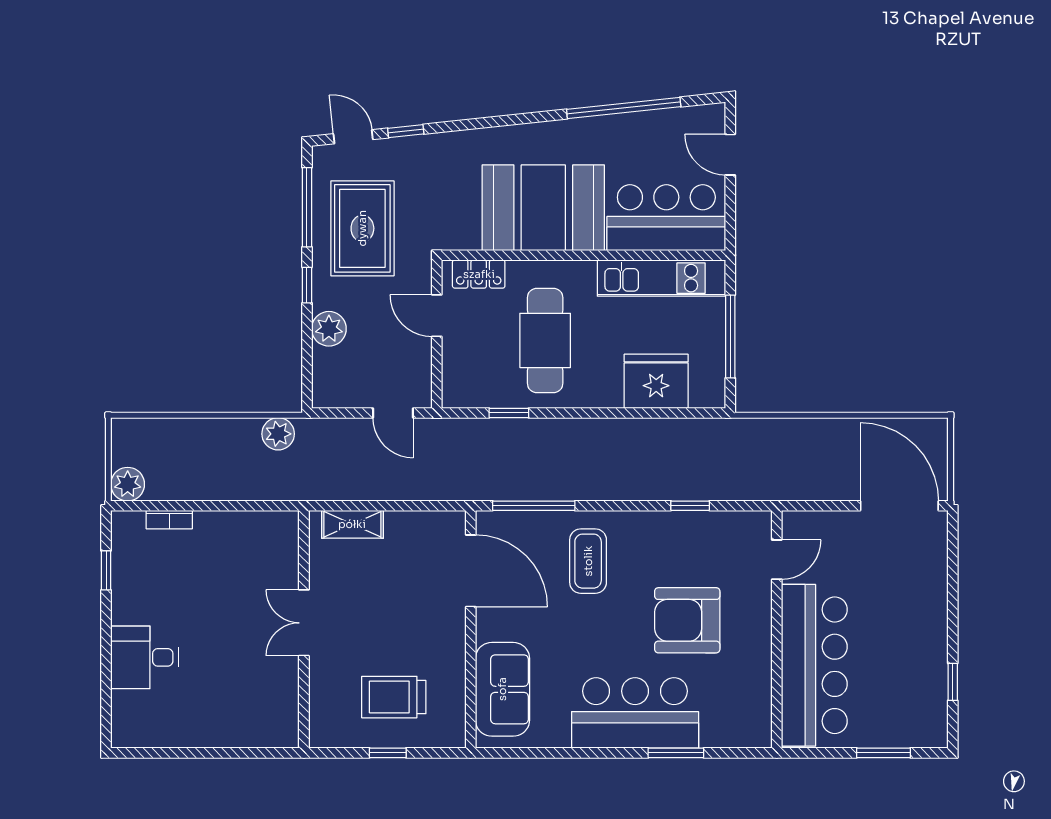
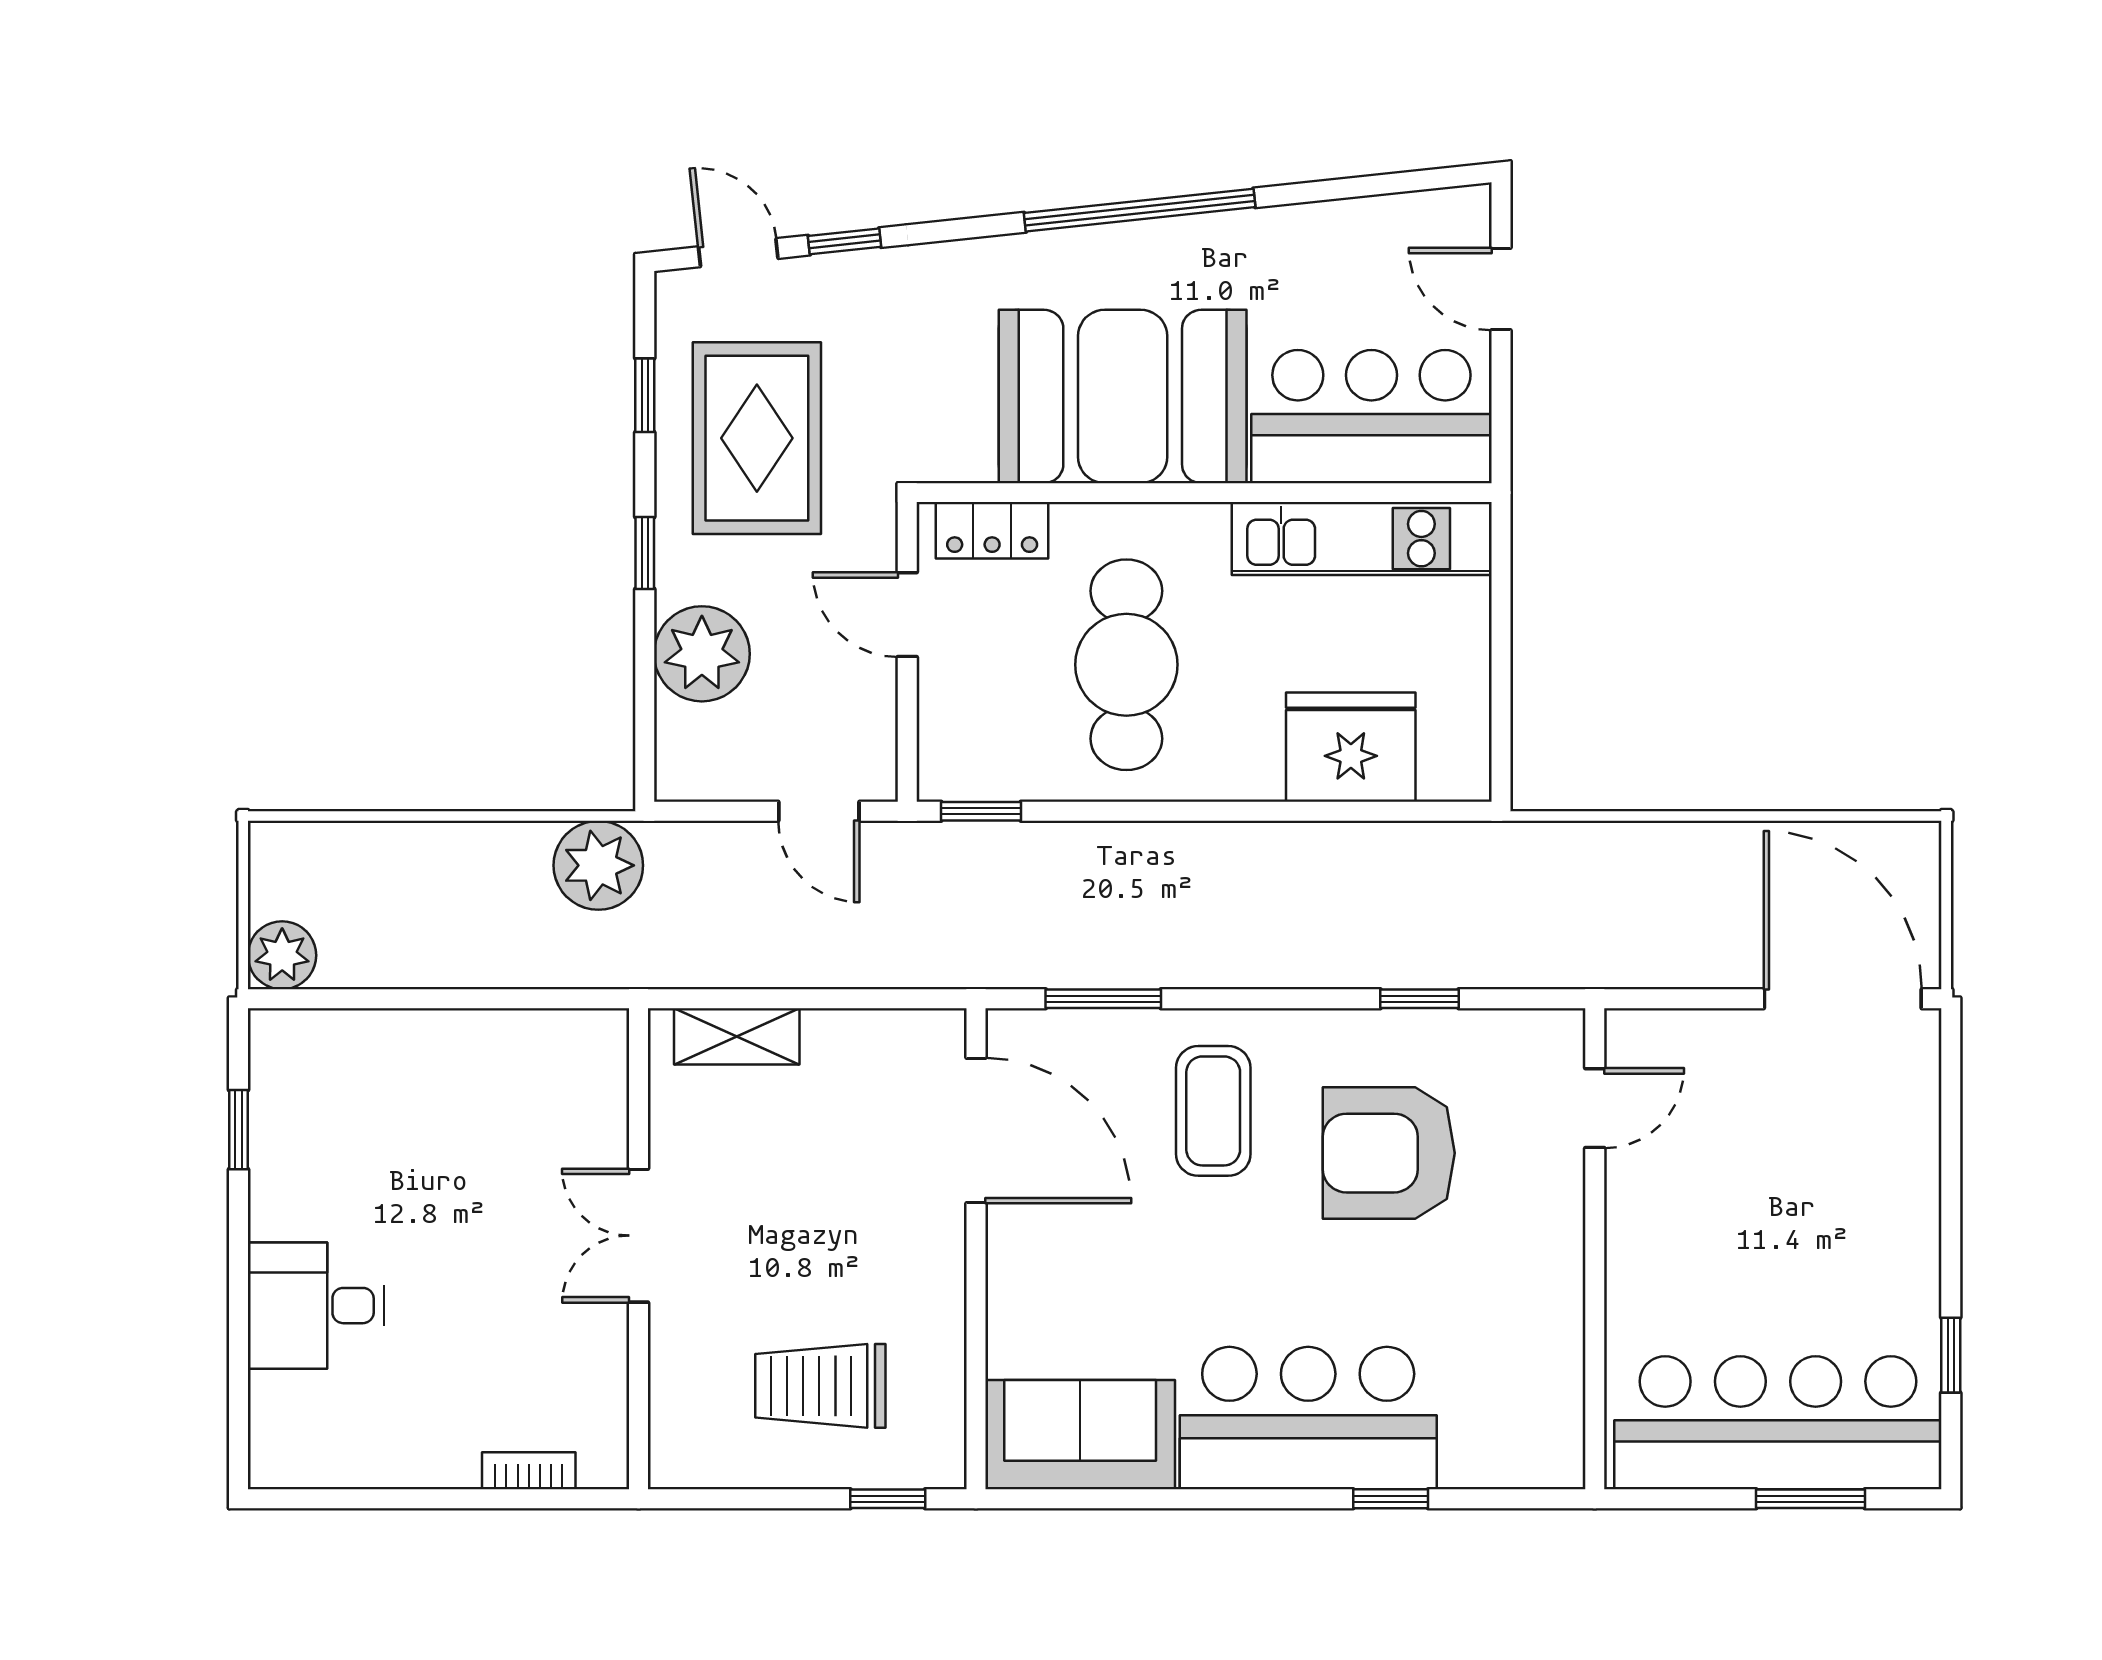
window: (624, 108) -> (1140, 210), moved
window: (307, 207) -> (645, 395), width x0.46
plant: (329, 329) -> (702, 654), width x1.36, depth x1.36
window: (730, 336) -> (1501, 657), removed
window: (509, 413) -> (981, 811), moved
plant: (278, 434) -> (598, 865), width x1.36, depth x1.36
window: (534, 506) -> (1103, 999), width x0.69
bookcase: (169, 520) -> (529, 1471), moved, turned 180
armchair: (687, 620) -> (1389, 1153), moved
bar counter: (814, 665) -> (1778, 1423), moved, turned -90
sofa: (502, 689) -> (1080, 1435), moved, turned -90
window: (388, 753) -> (888, 1499), moved
window: (676, 753) -> (1391, 1499), width x0.67

